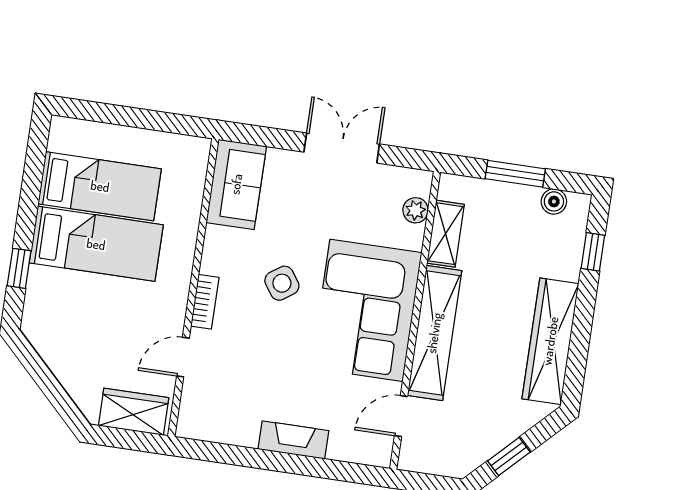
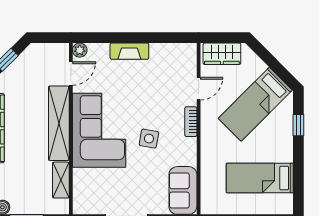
plant: (416, 210) -> (80, 50), moved
bed: (96, 244) -> (255, 104), moved, turned -45
side table: (282, 283) -> (149, 139), turned 45

